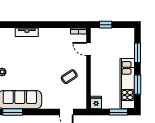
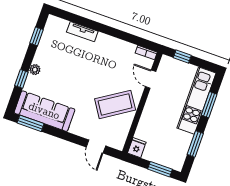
coffee table: (69, 77) -> (115, 104), width x1.86, depth x1.72
kitchen unit: (127, 83) -> (196, 101), moved

